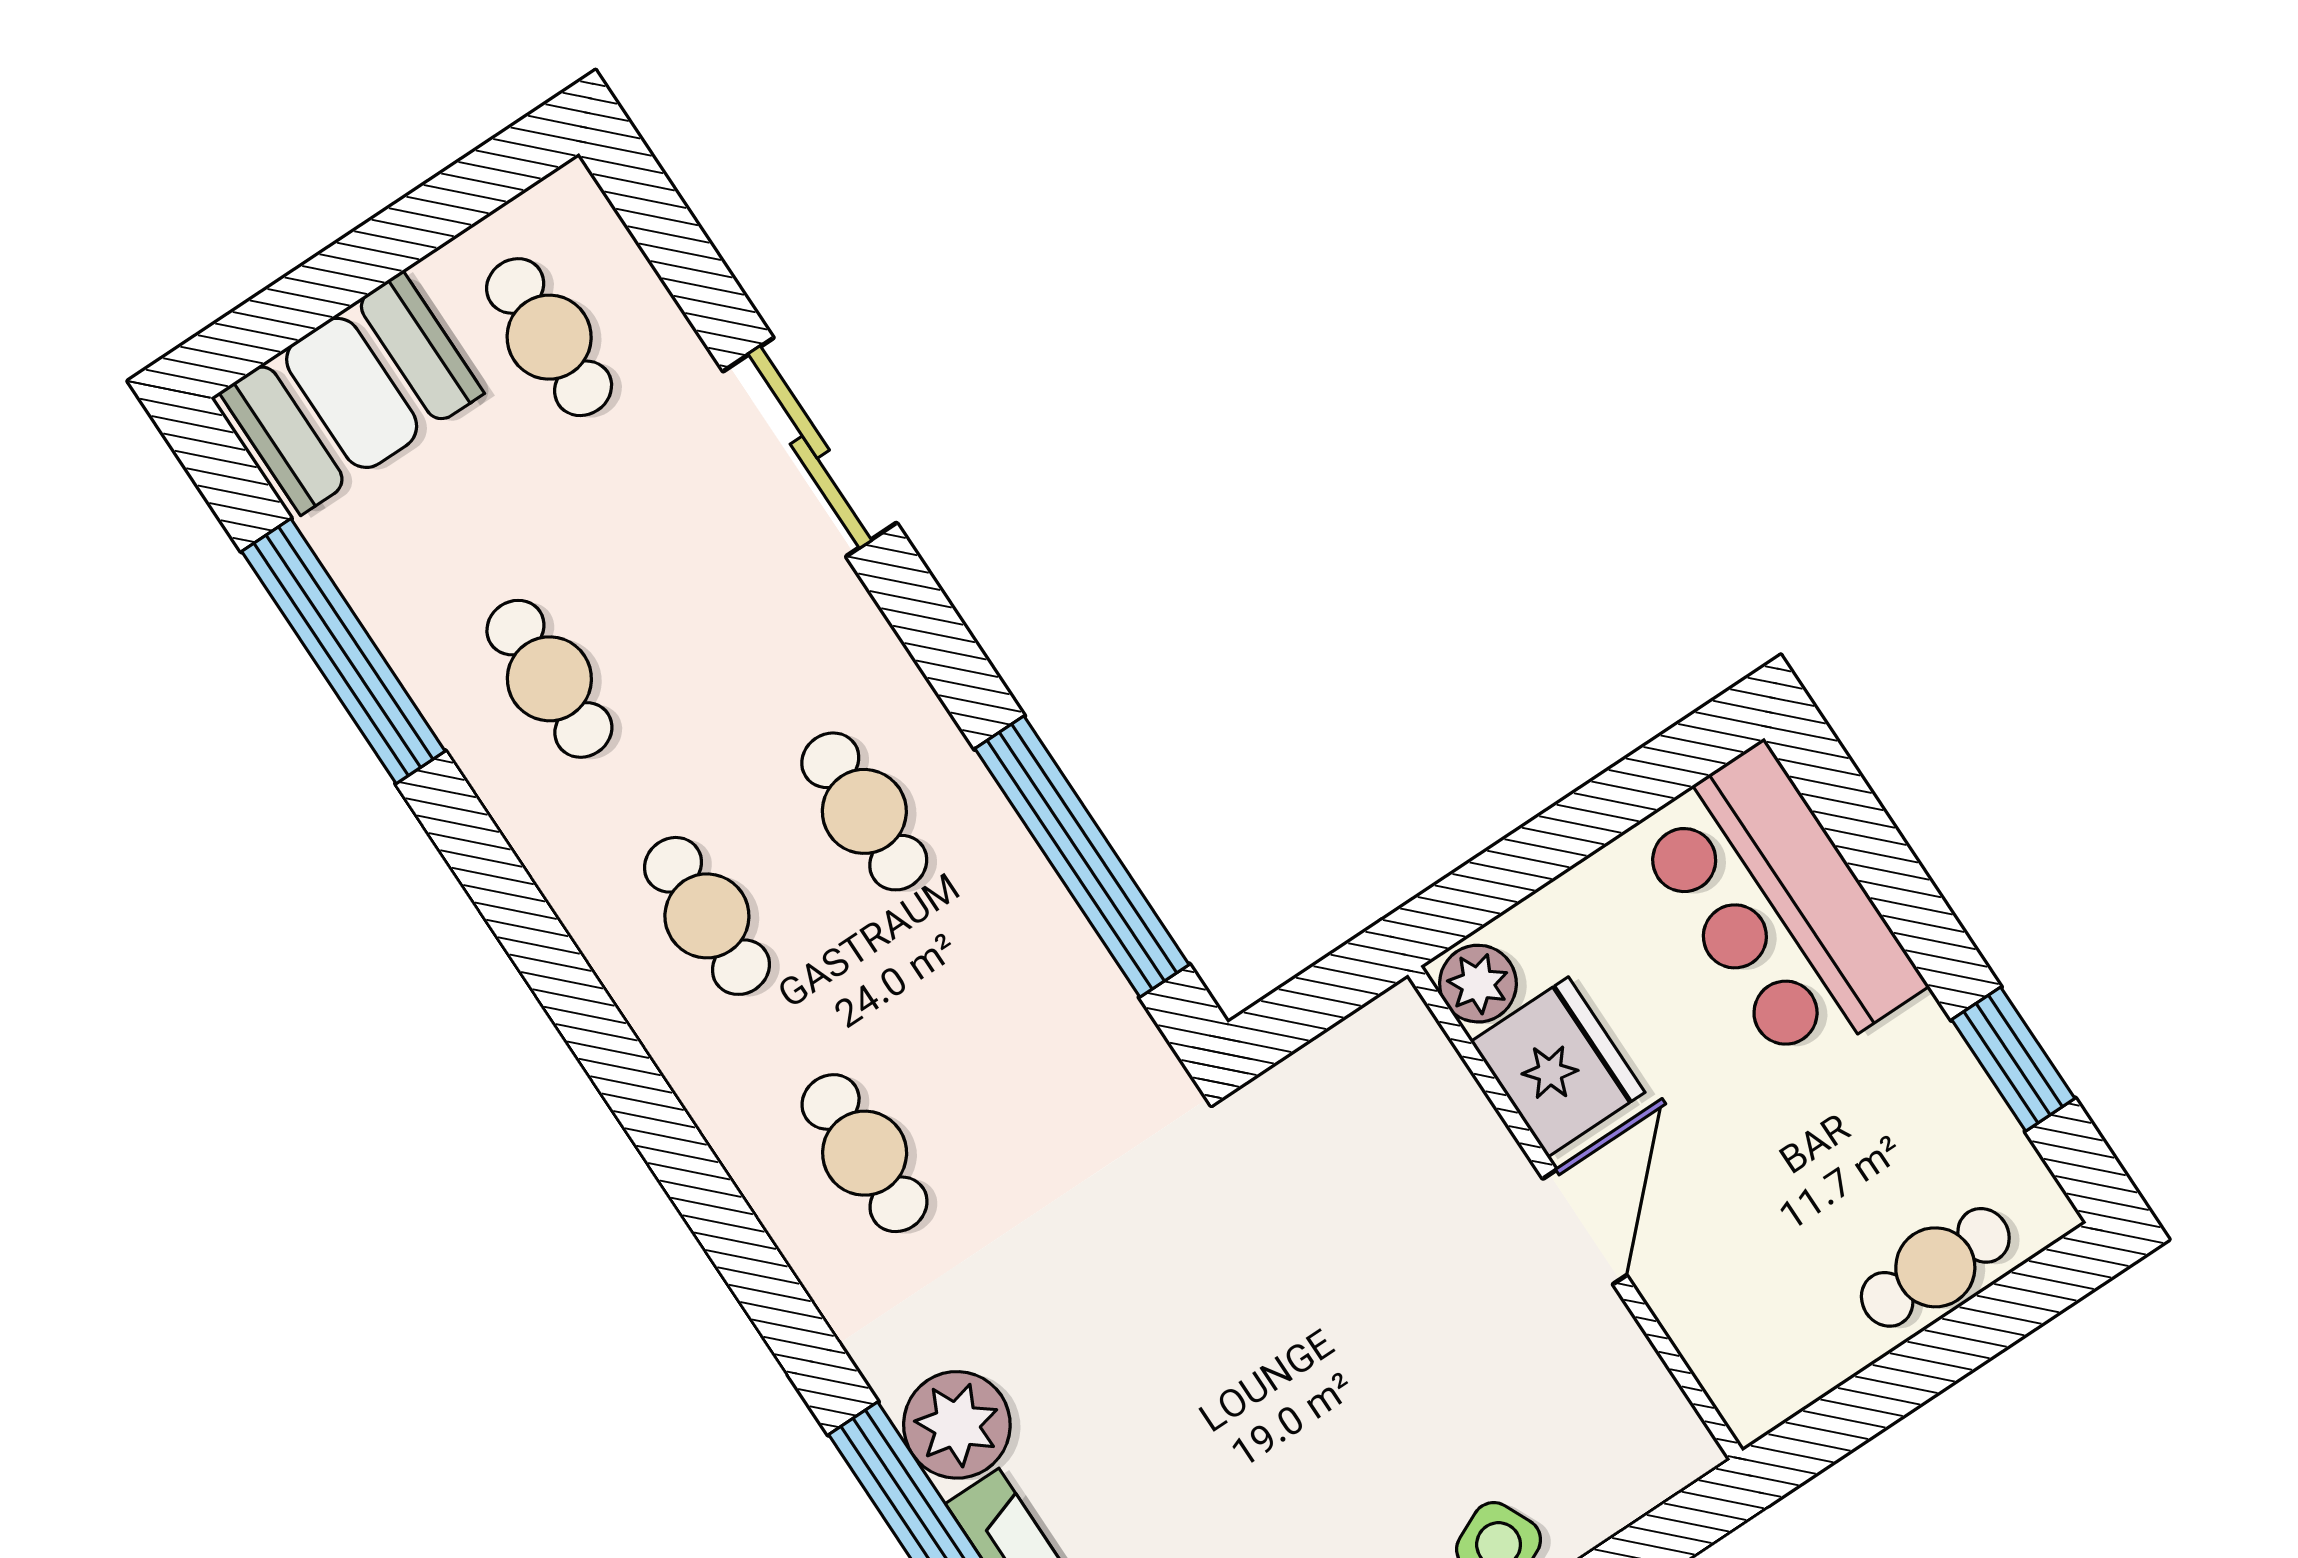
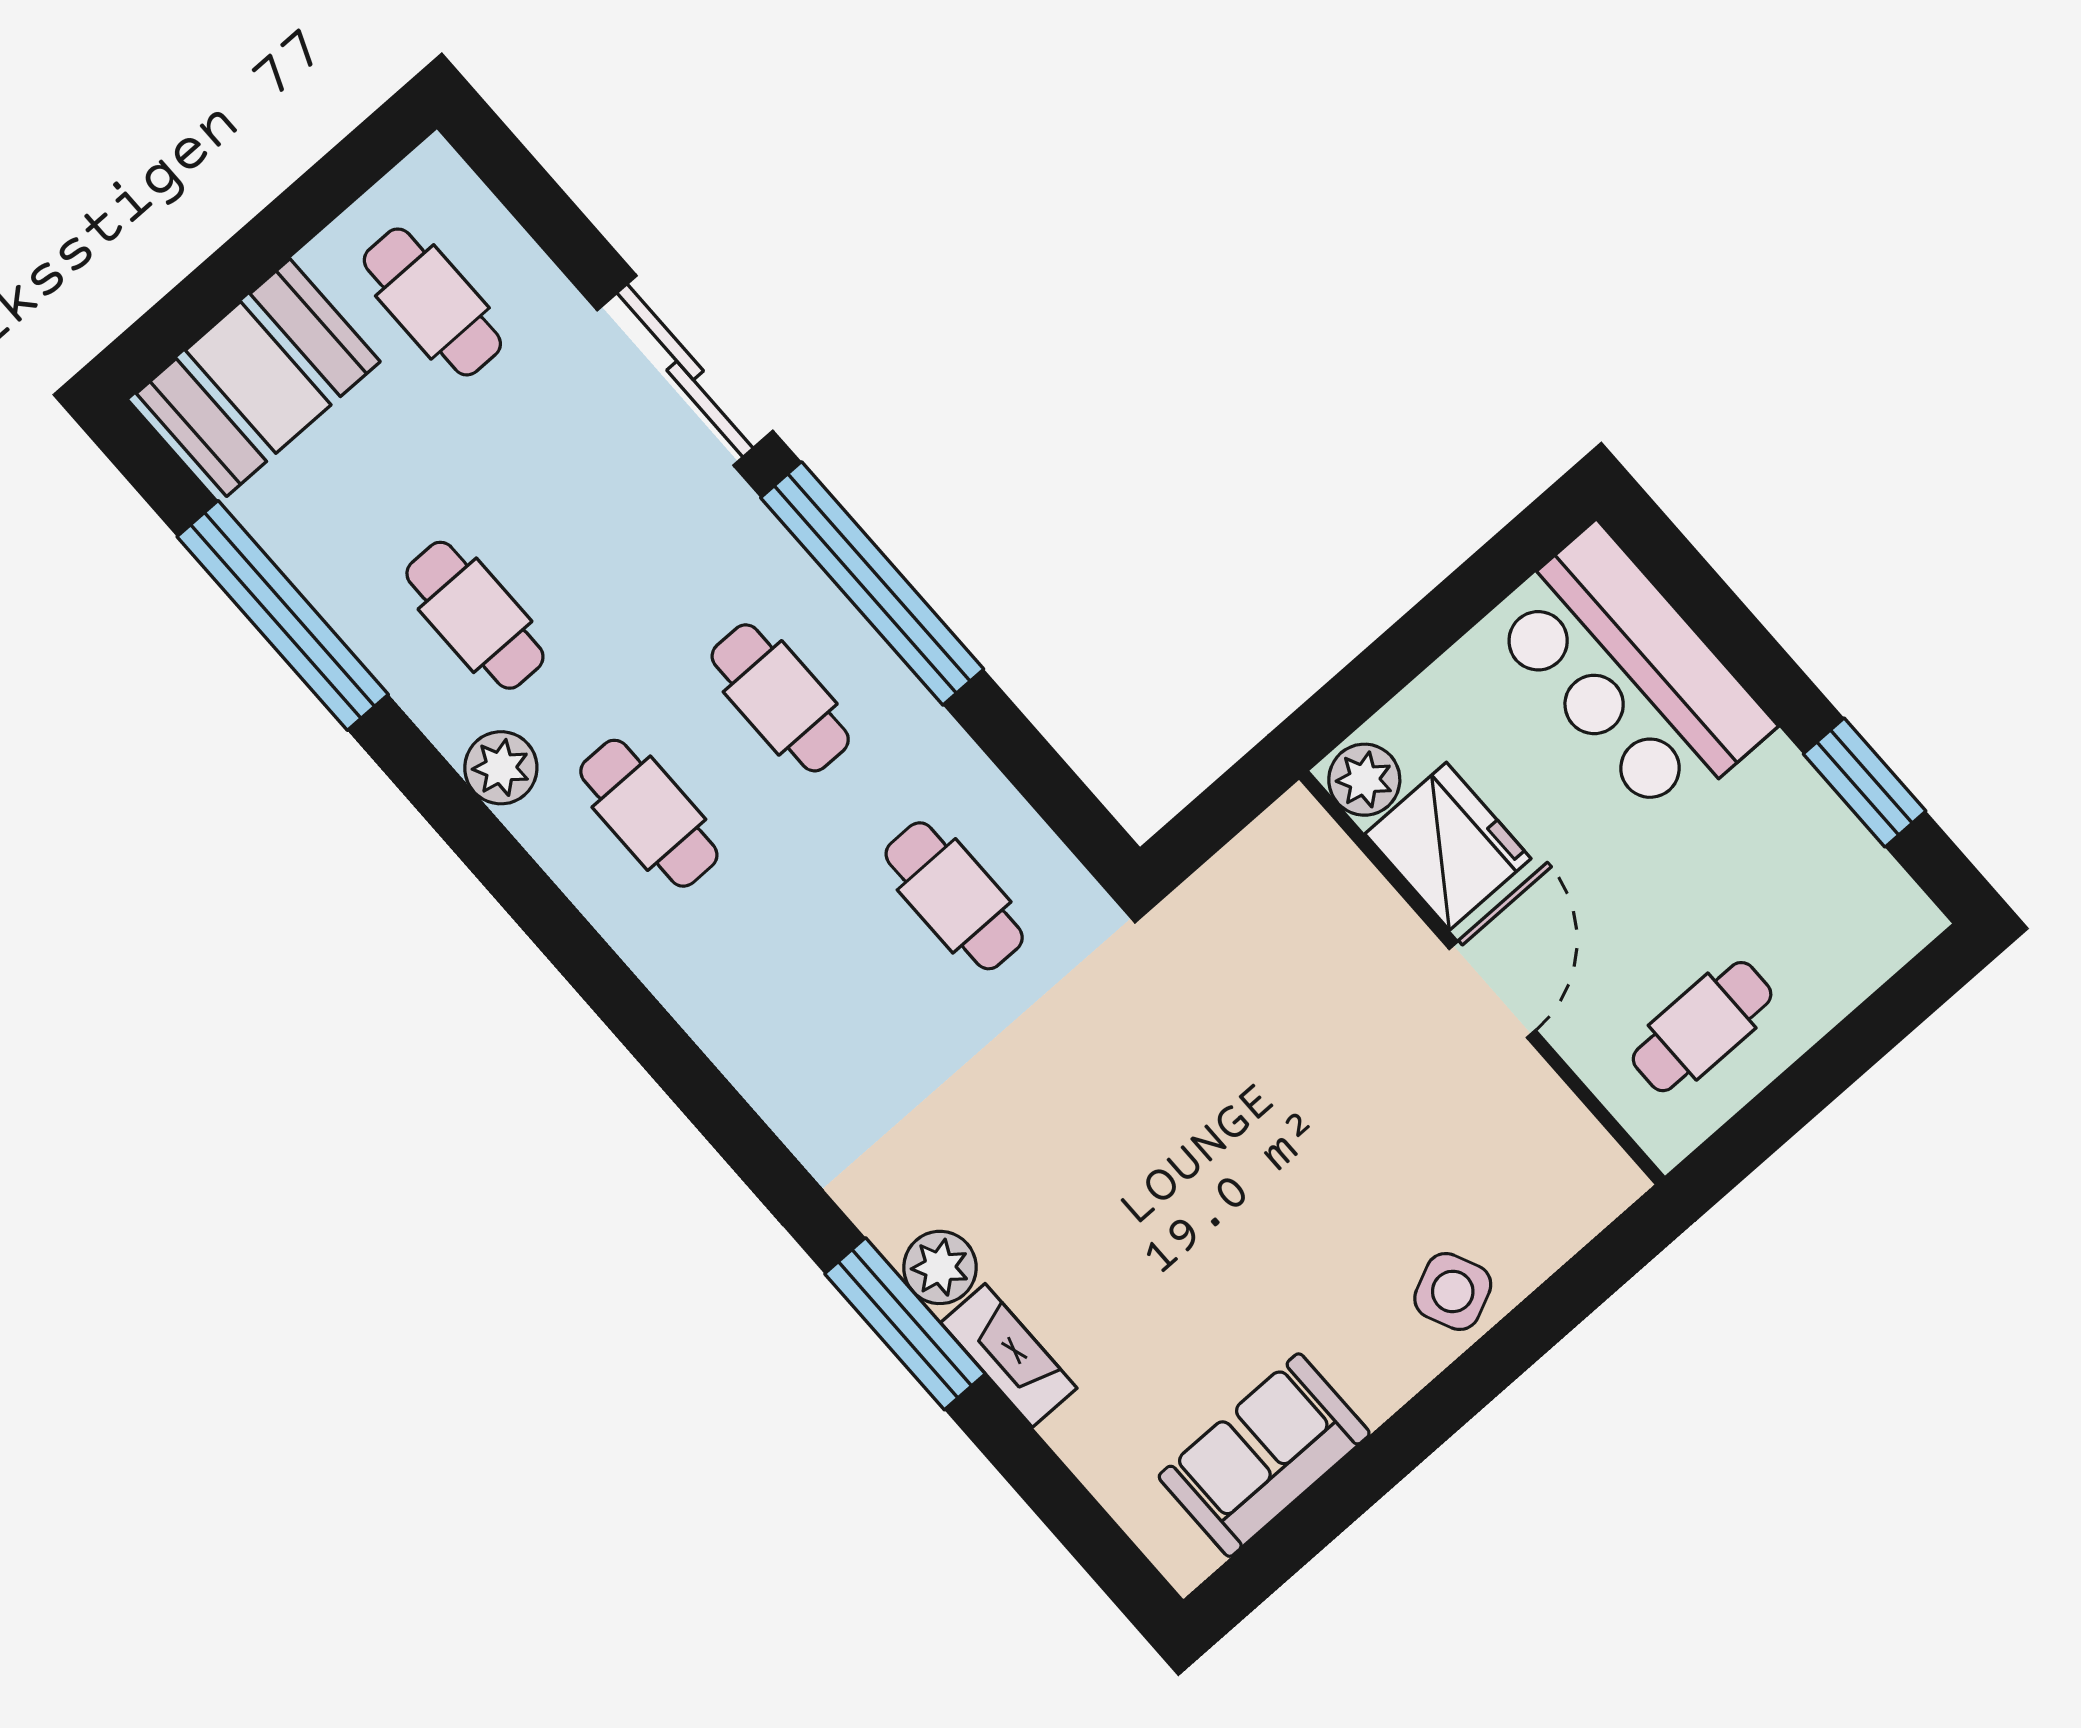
plant: (555, 846) -> (501, 768), added
window: (1082, 857) -> (872, 583), moved
cafe table: (865, 1153) -> (954, 896), moved
cafe table: (1935, 1267) -> (1702, 1027), moved
plant: (957, 1425) -> (940, 1267), width x0.73, depth x0.73

